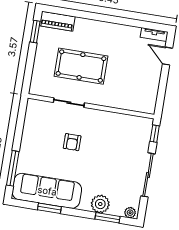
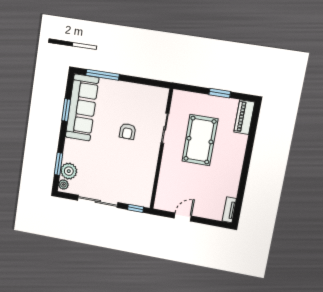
window: (35, 32) -> (220, 93), moved
door: (167, 56) -> (183, 217), moved
armchair: (72, 142) -> (127, 131), turned -89
plant: (100, 204) -> (69, 171), moved

